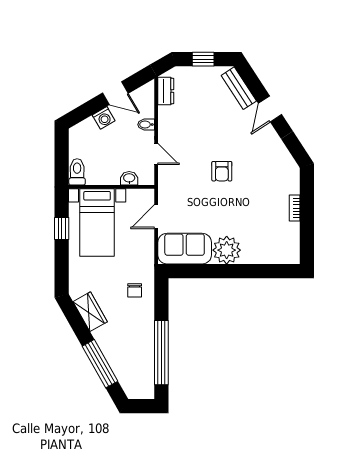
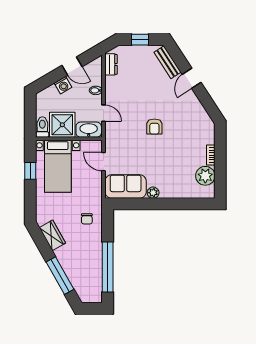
shower: (103, 169) -> (62, 125), added
washbasin: (129, 178) -> (89, 130), width x1.91, depth x1.45
door: (156, 217) -> (104, 162), hinge flipped
plant: (288, 235) -> (205, 176), added
plant: (227, 250) -> (153, 193), width x0.53, depth x0.53

